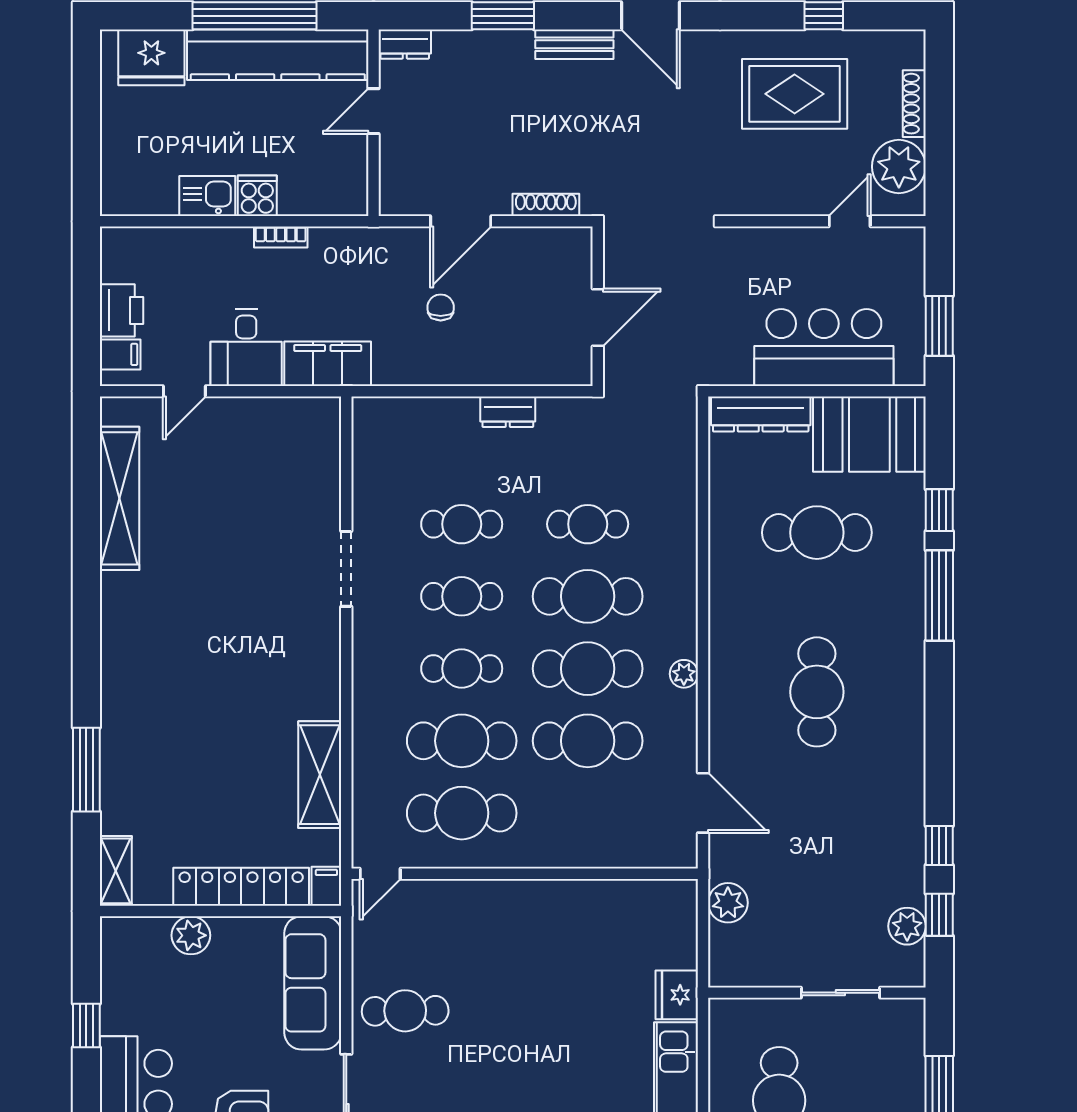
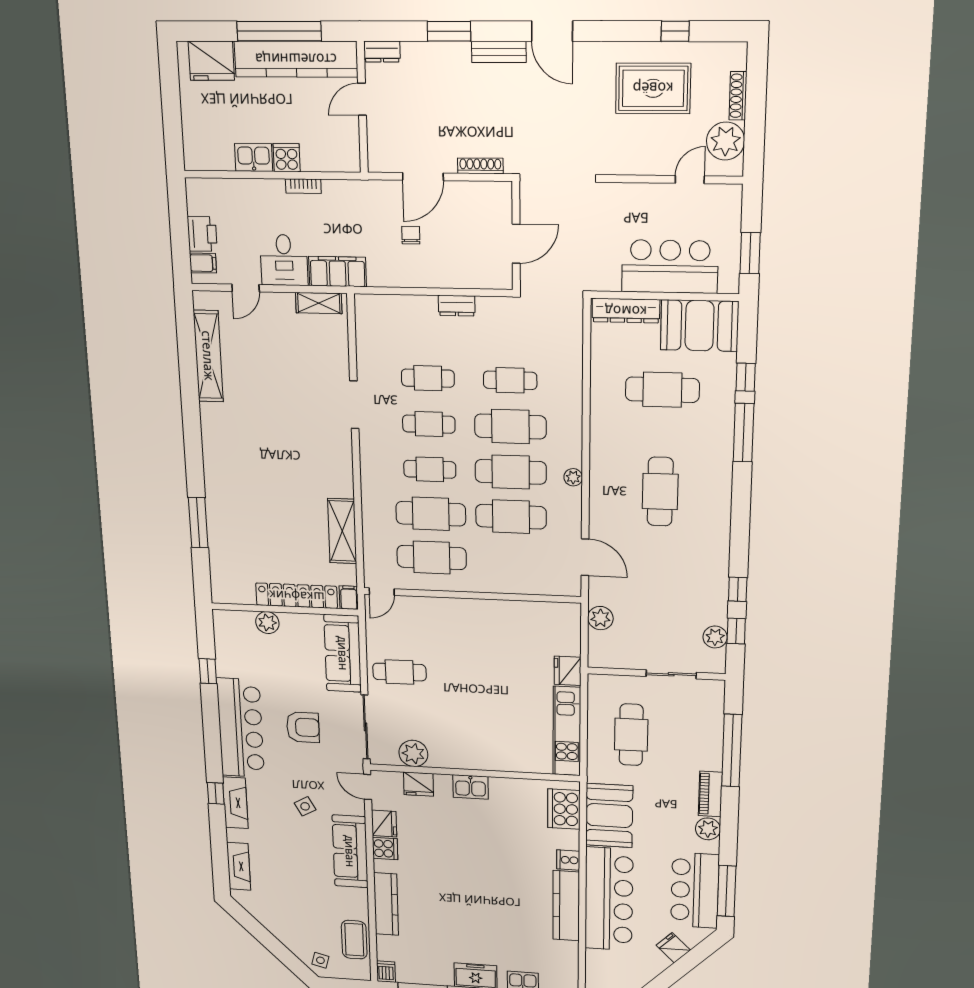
shelving: (116, 871) -> (319, 303), moved, turned 90

